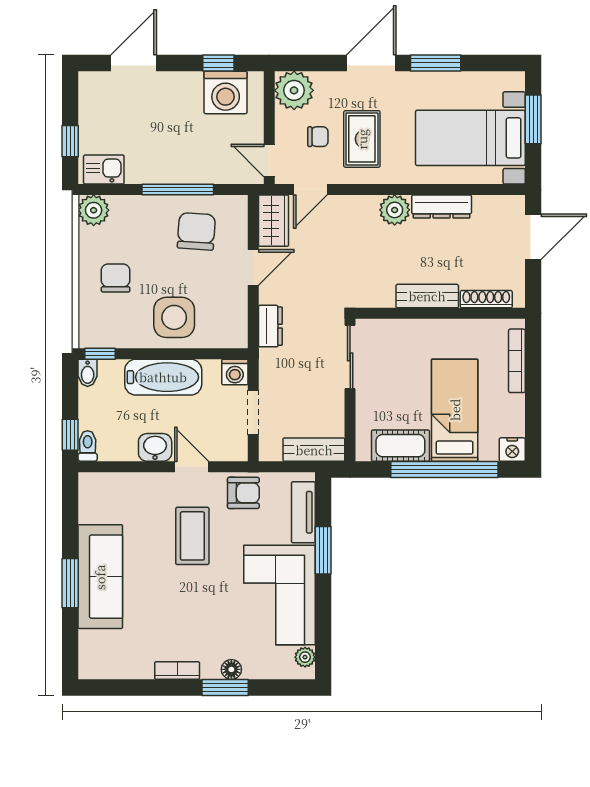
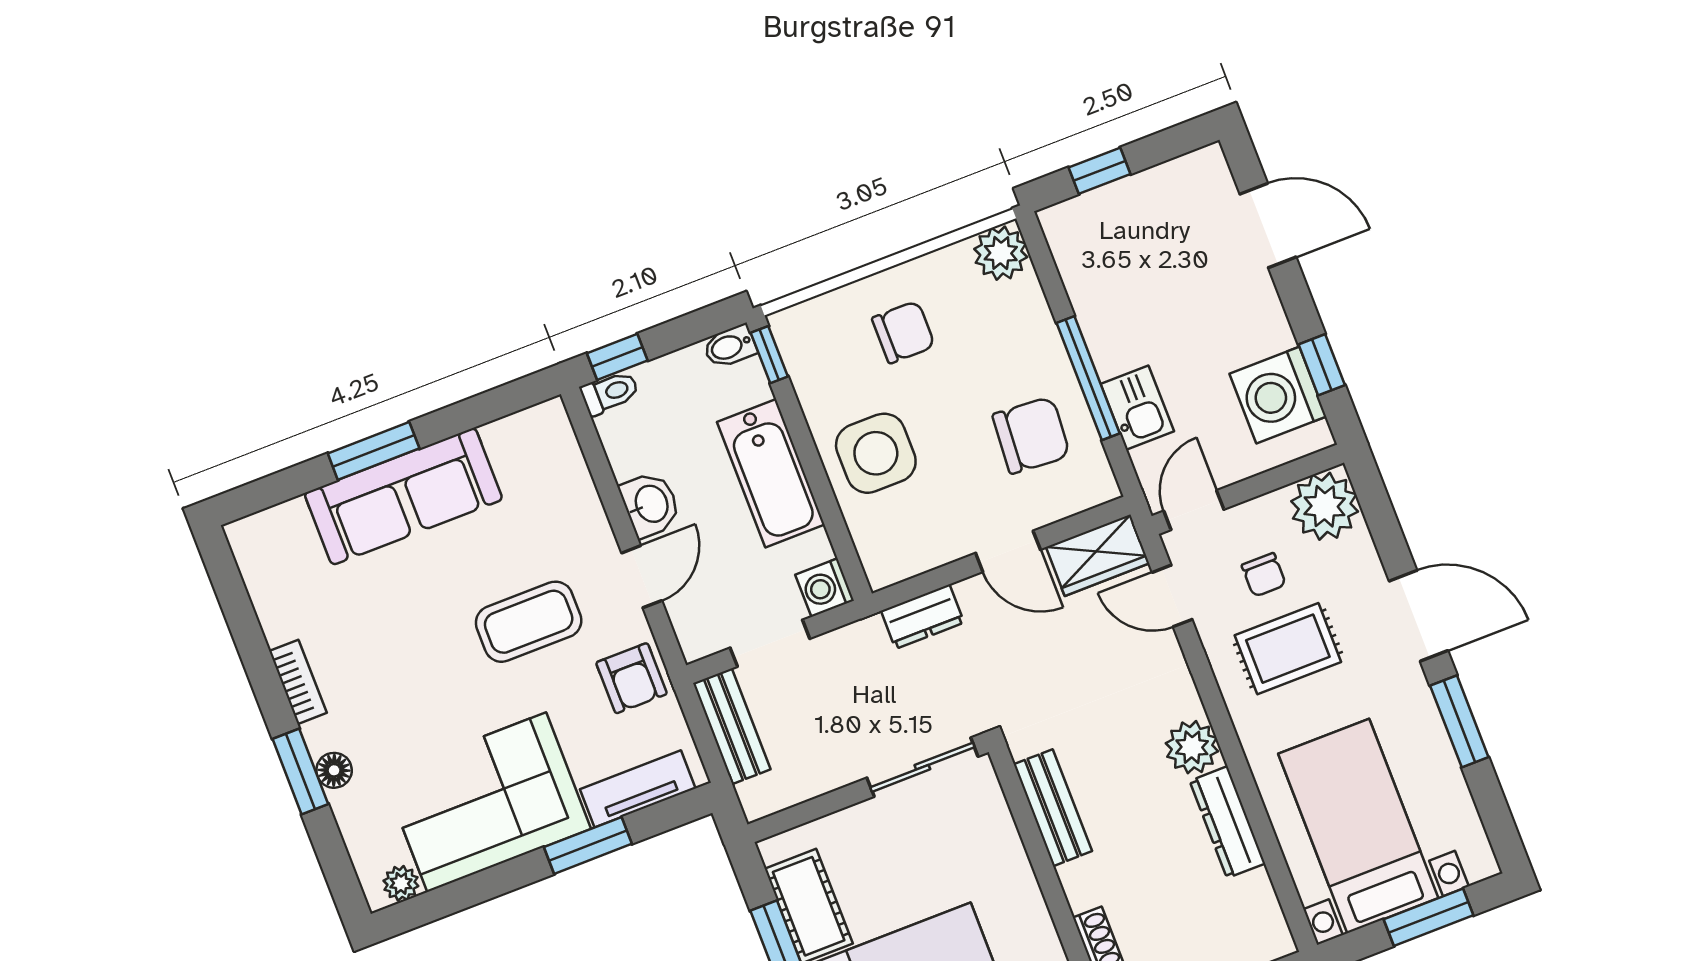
kitchen sink: (104, 170) -> (1137, 408), moved
bench: (427, 296) -> (1053, 808), moved
bench: (314, 450) -> (732, 726), moved

